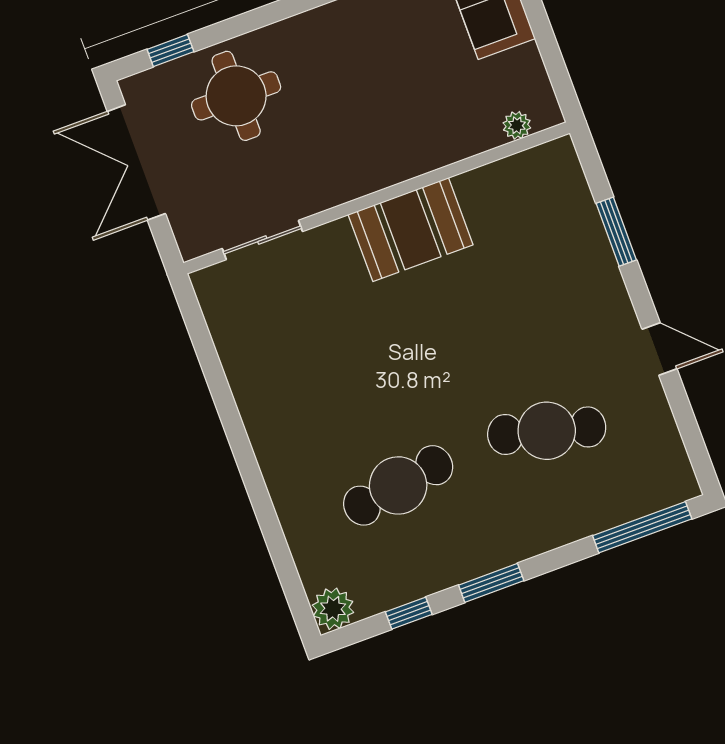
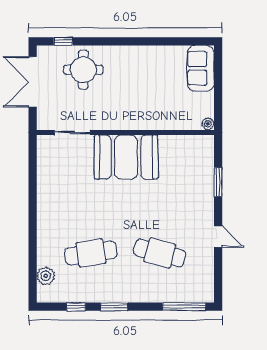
plant: (517, 125) -> (208, 124), moved
booth: (411, 230) -> (126, 157), width x1.36, depth x1.42
plant: (333, 609) -> (46, 276), moved

